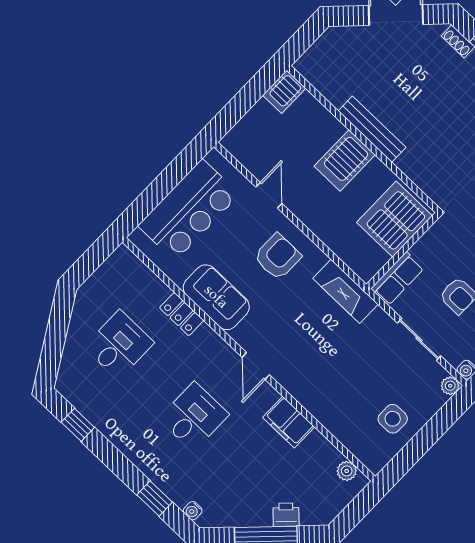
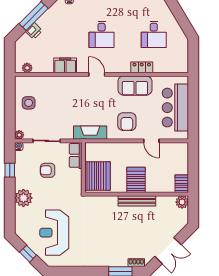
plant: (309, 65) -> (182, 202), added

